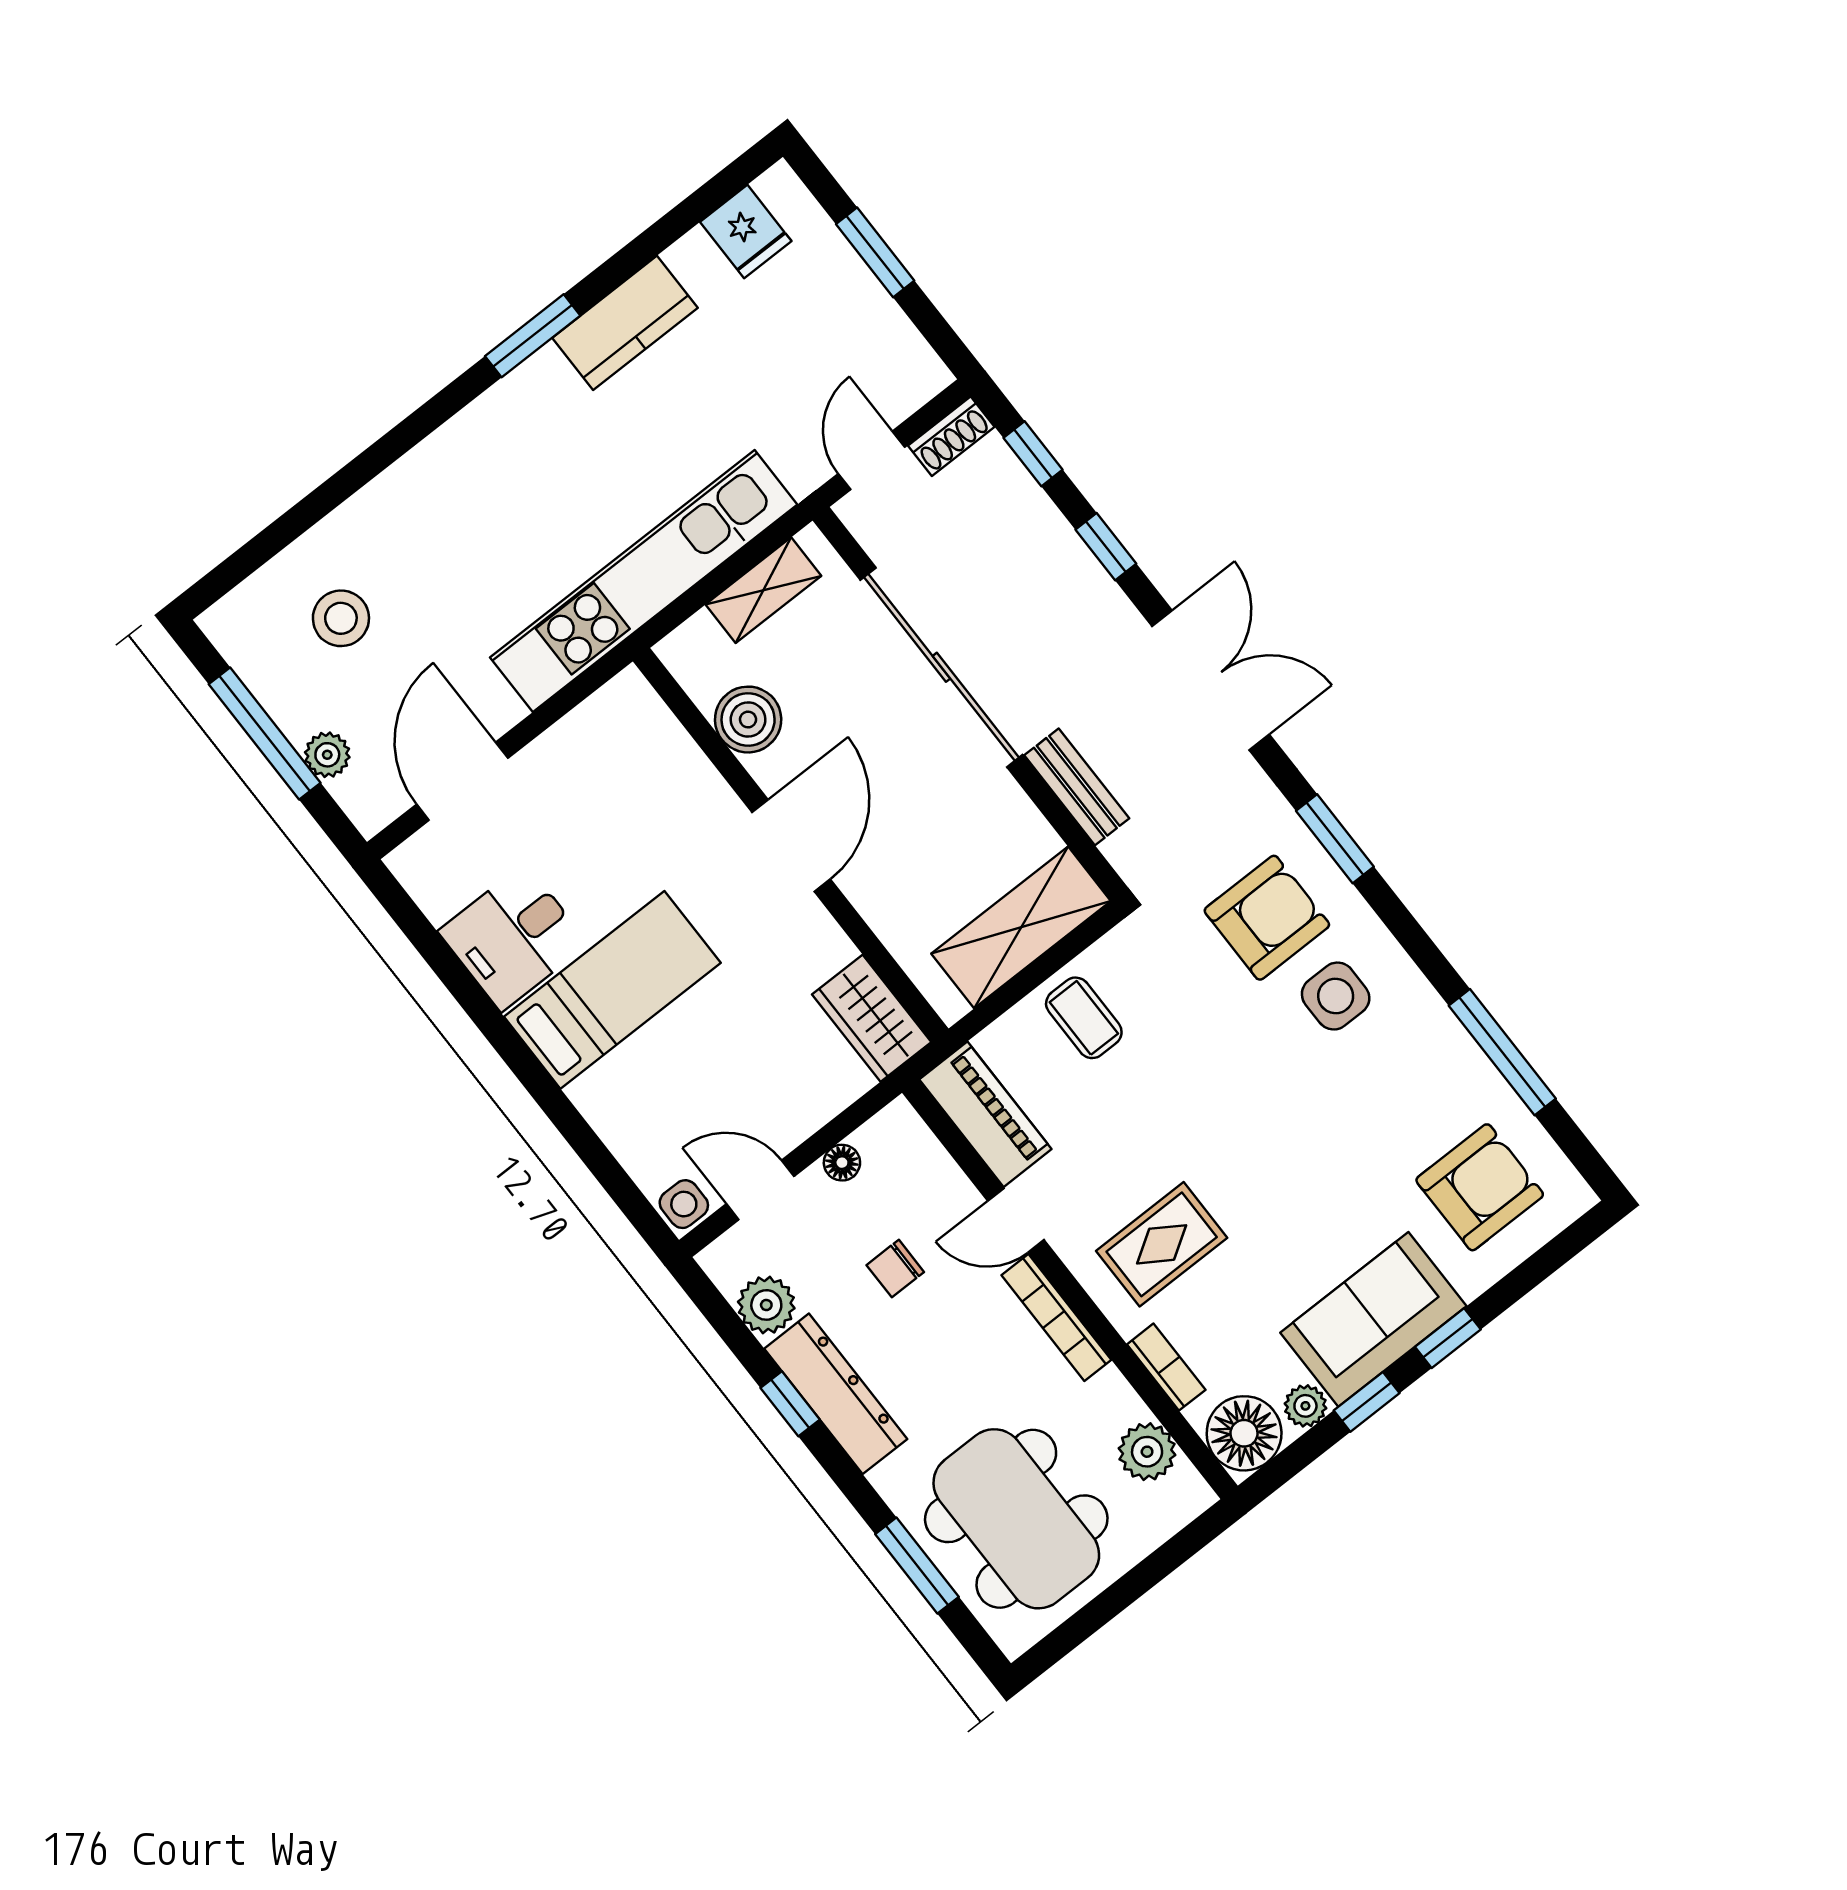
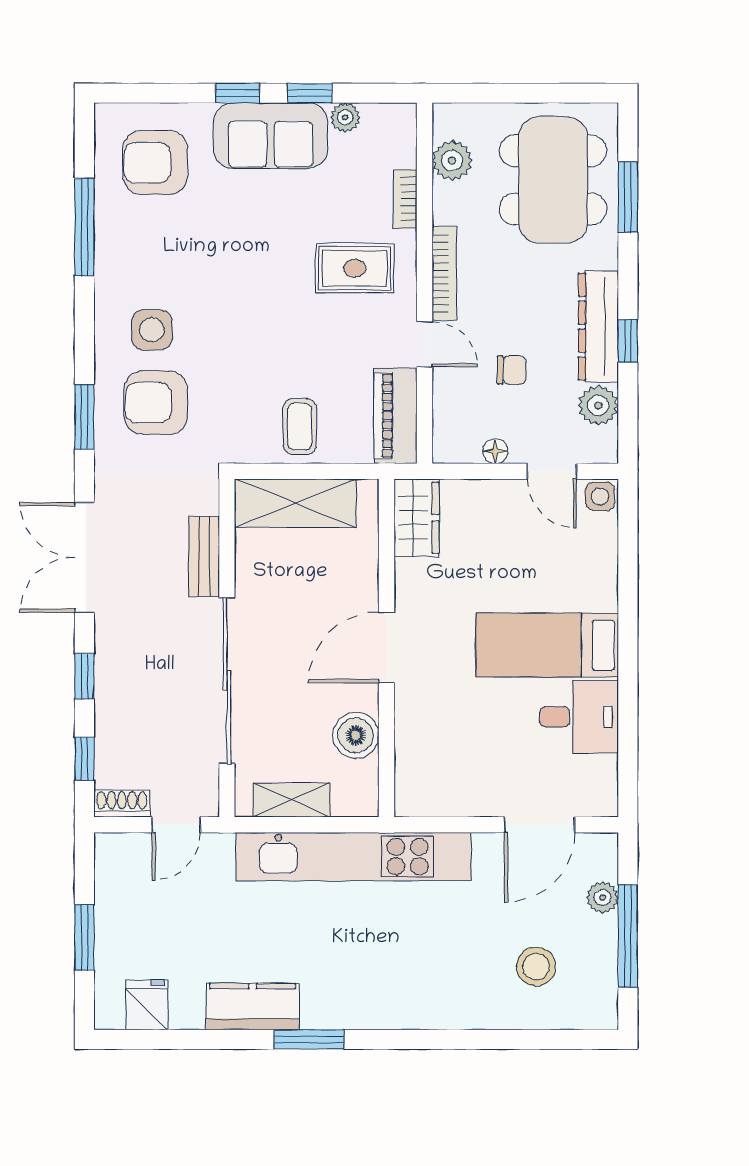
floor lamp: (1244, 1433) -> (391, 129), removed

